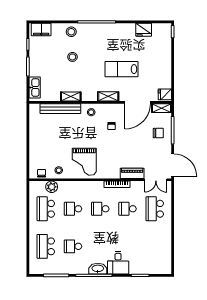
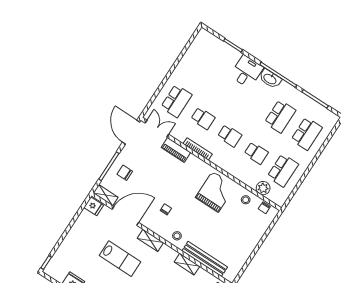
school desk: (73, 246) -> (280, 116), width x1.85

